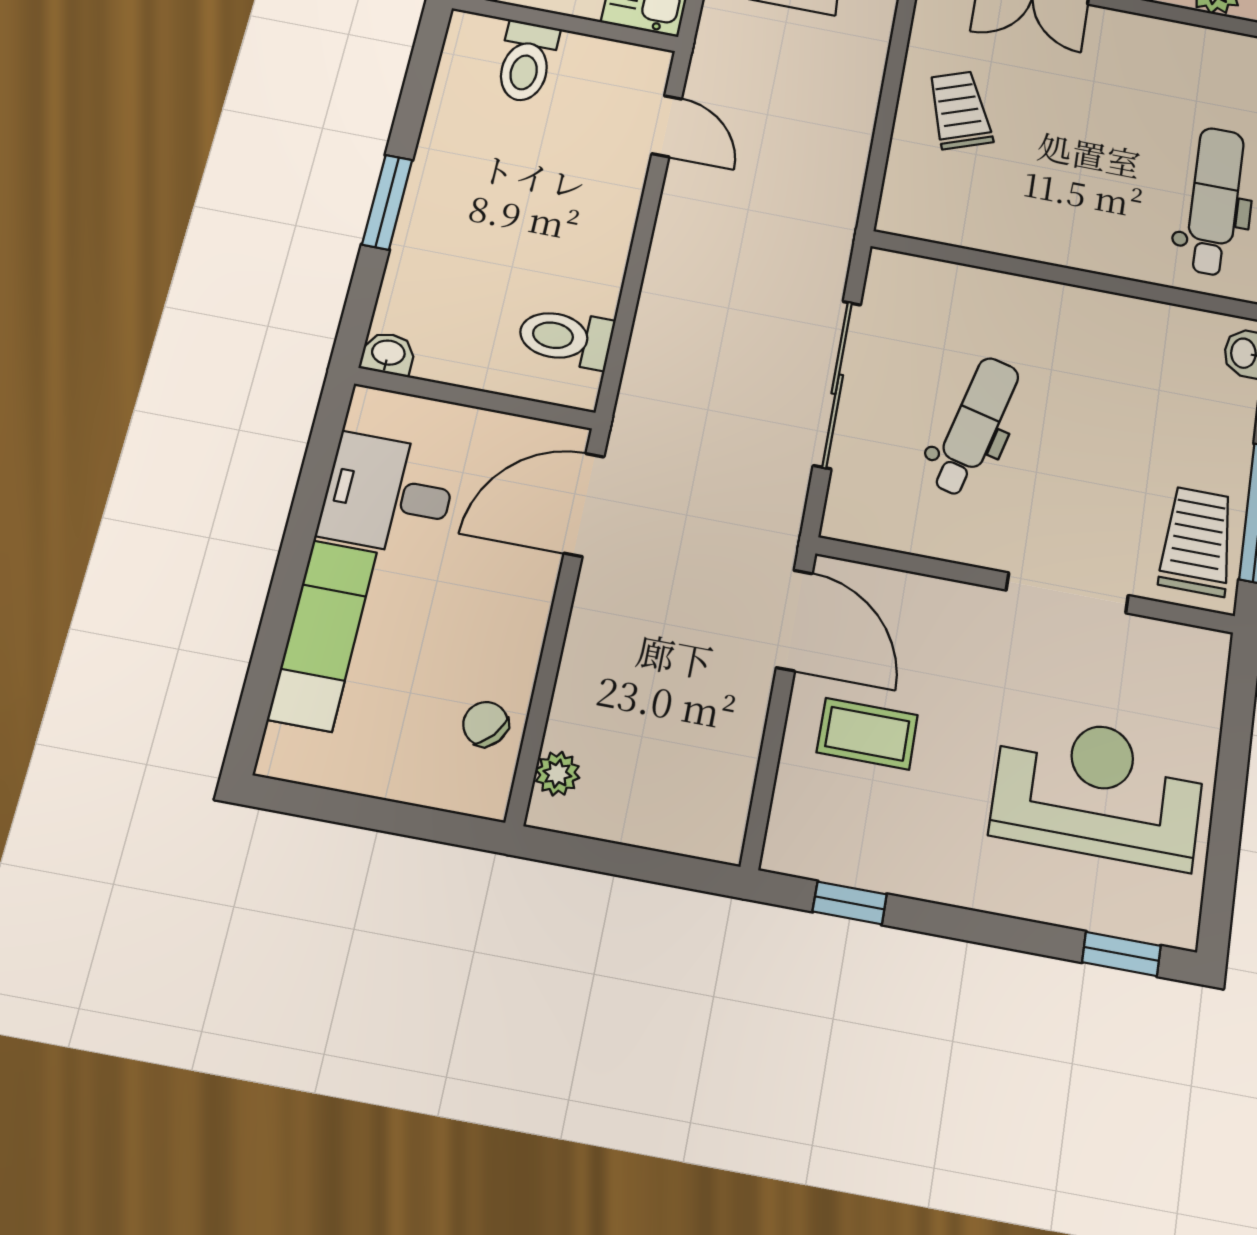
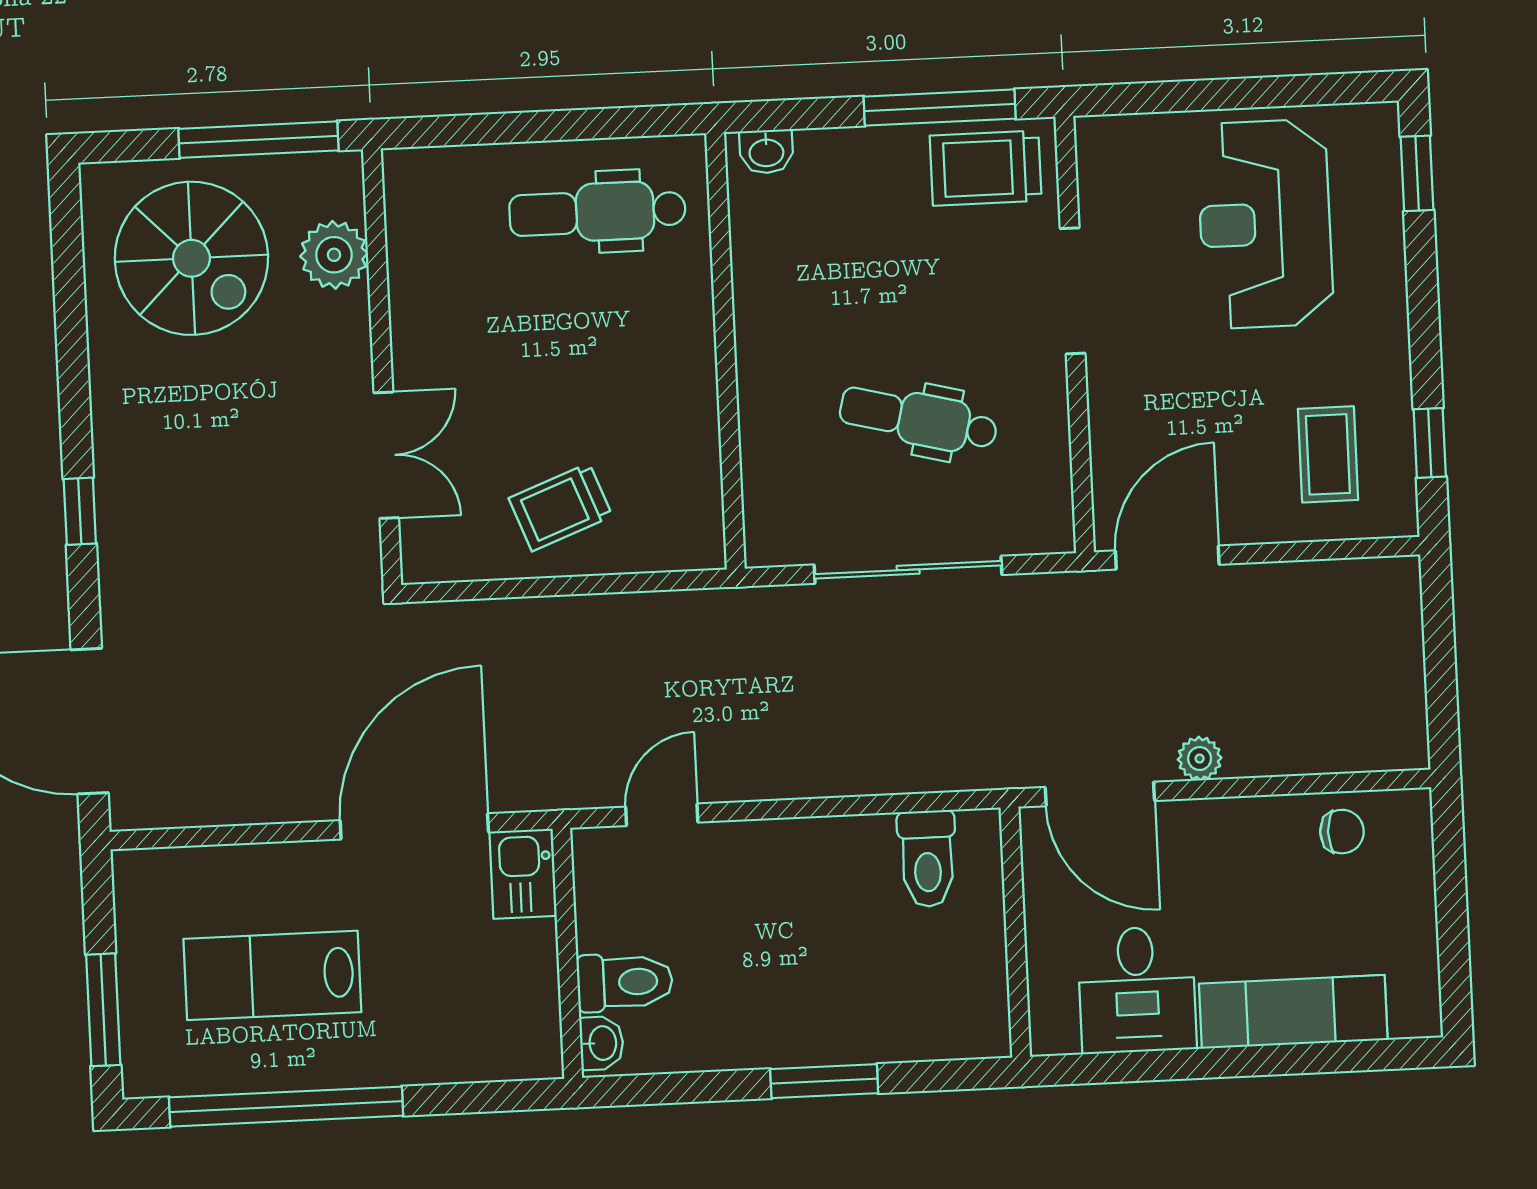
washbasin: (388, 354) -> (602, 1043), moved, turned 180
chair: (486, 724) -> (1342, 832), turned -129
coffee table: (867, 734) -> (1328, 454), moved
plant: (557, 774) -> (1200, 759), moved

